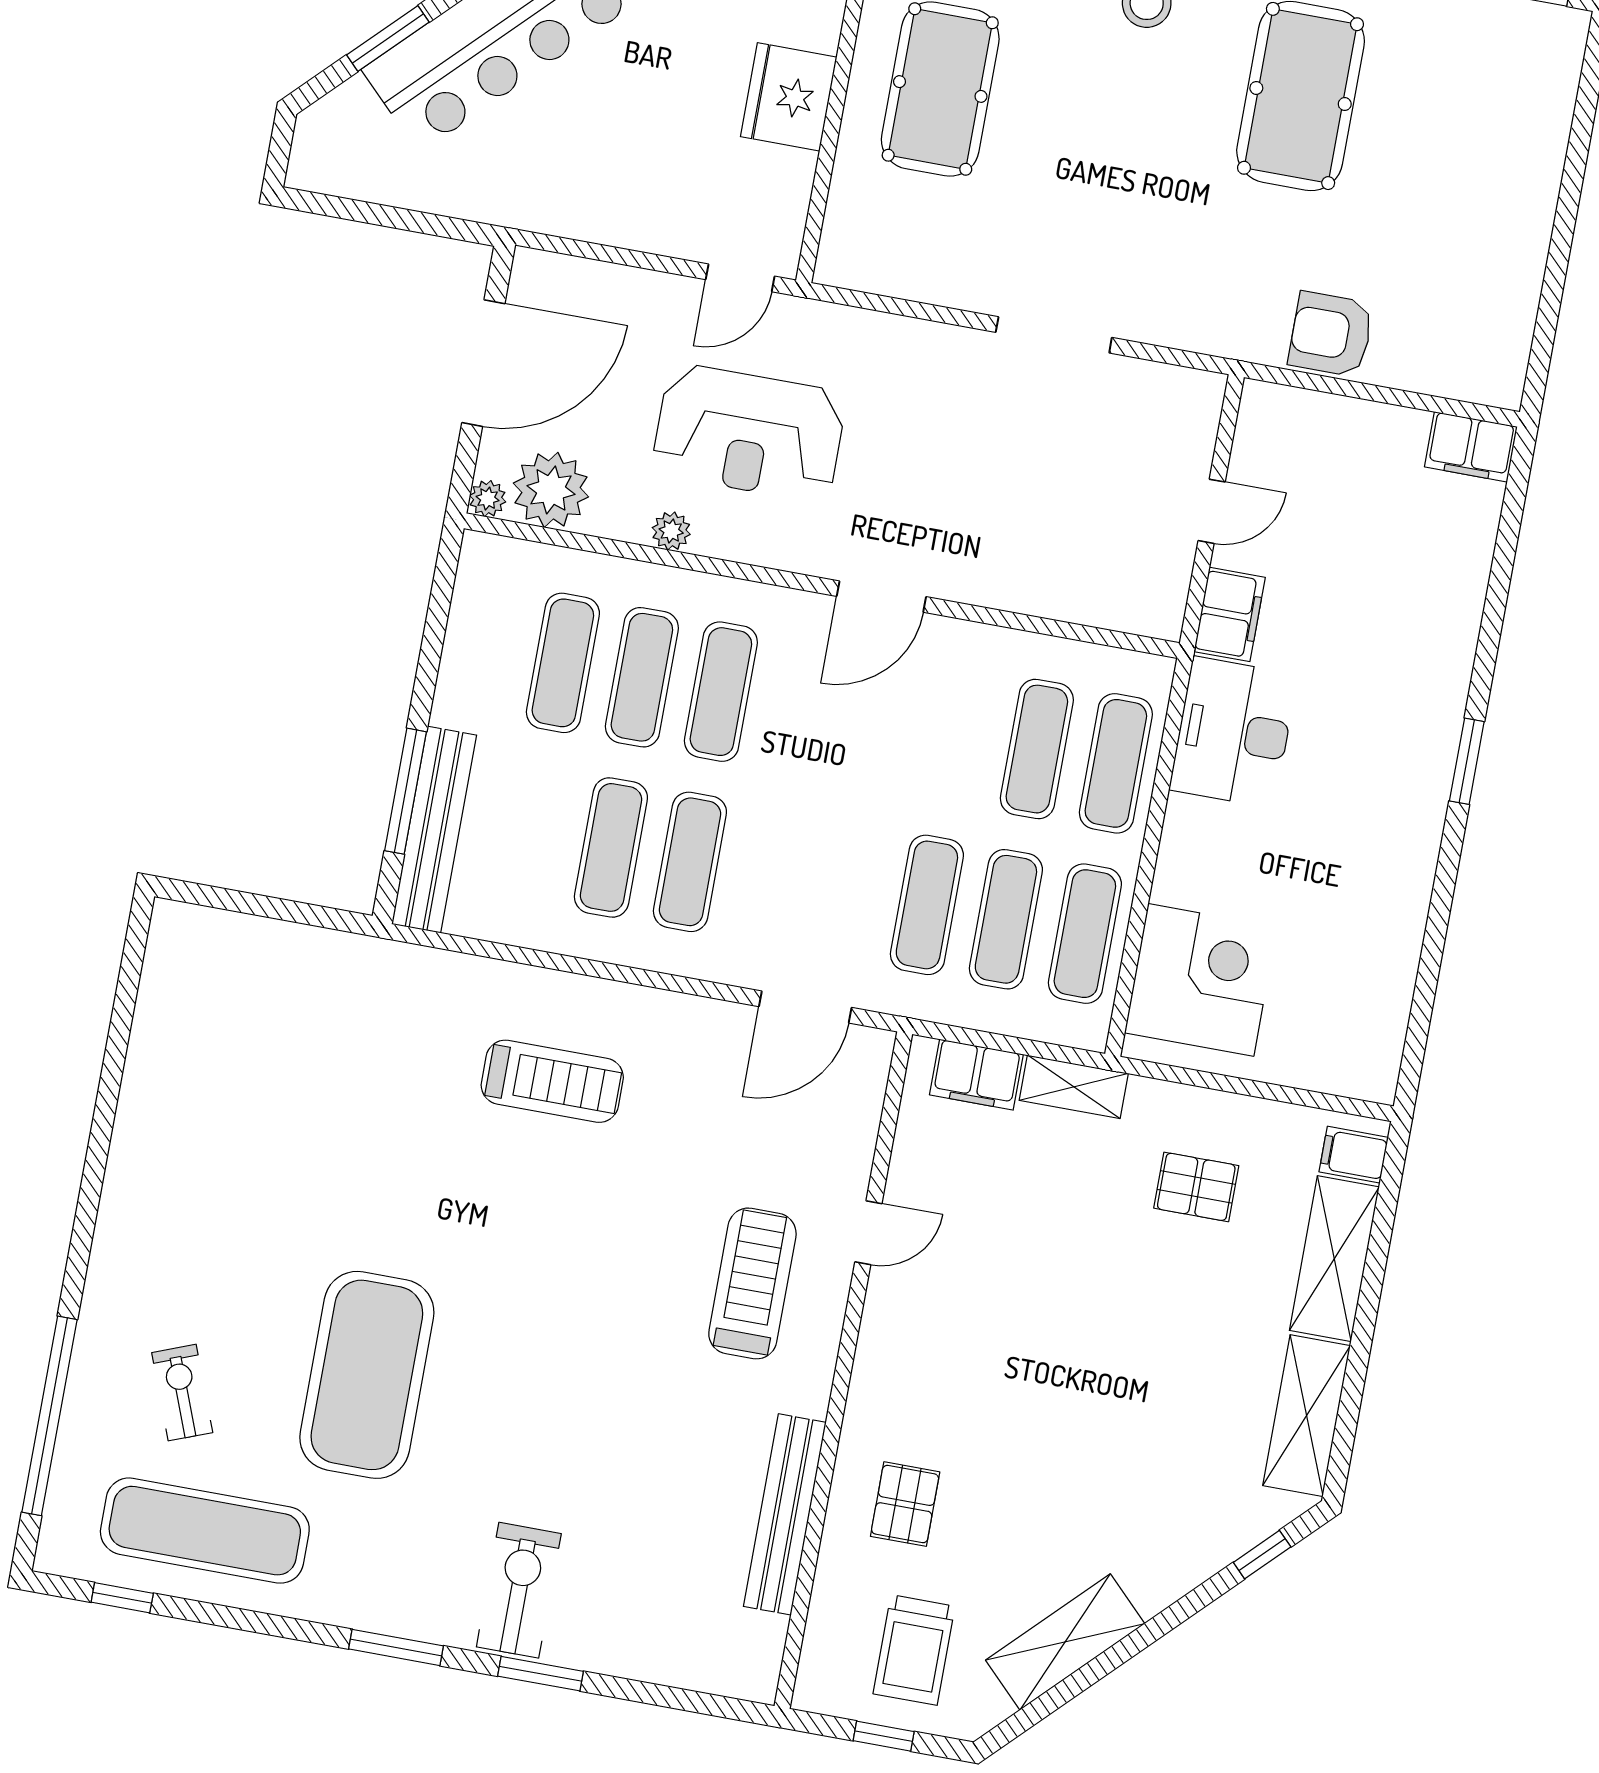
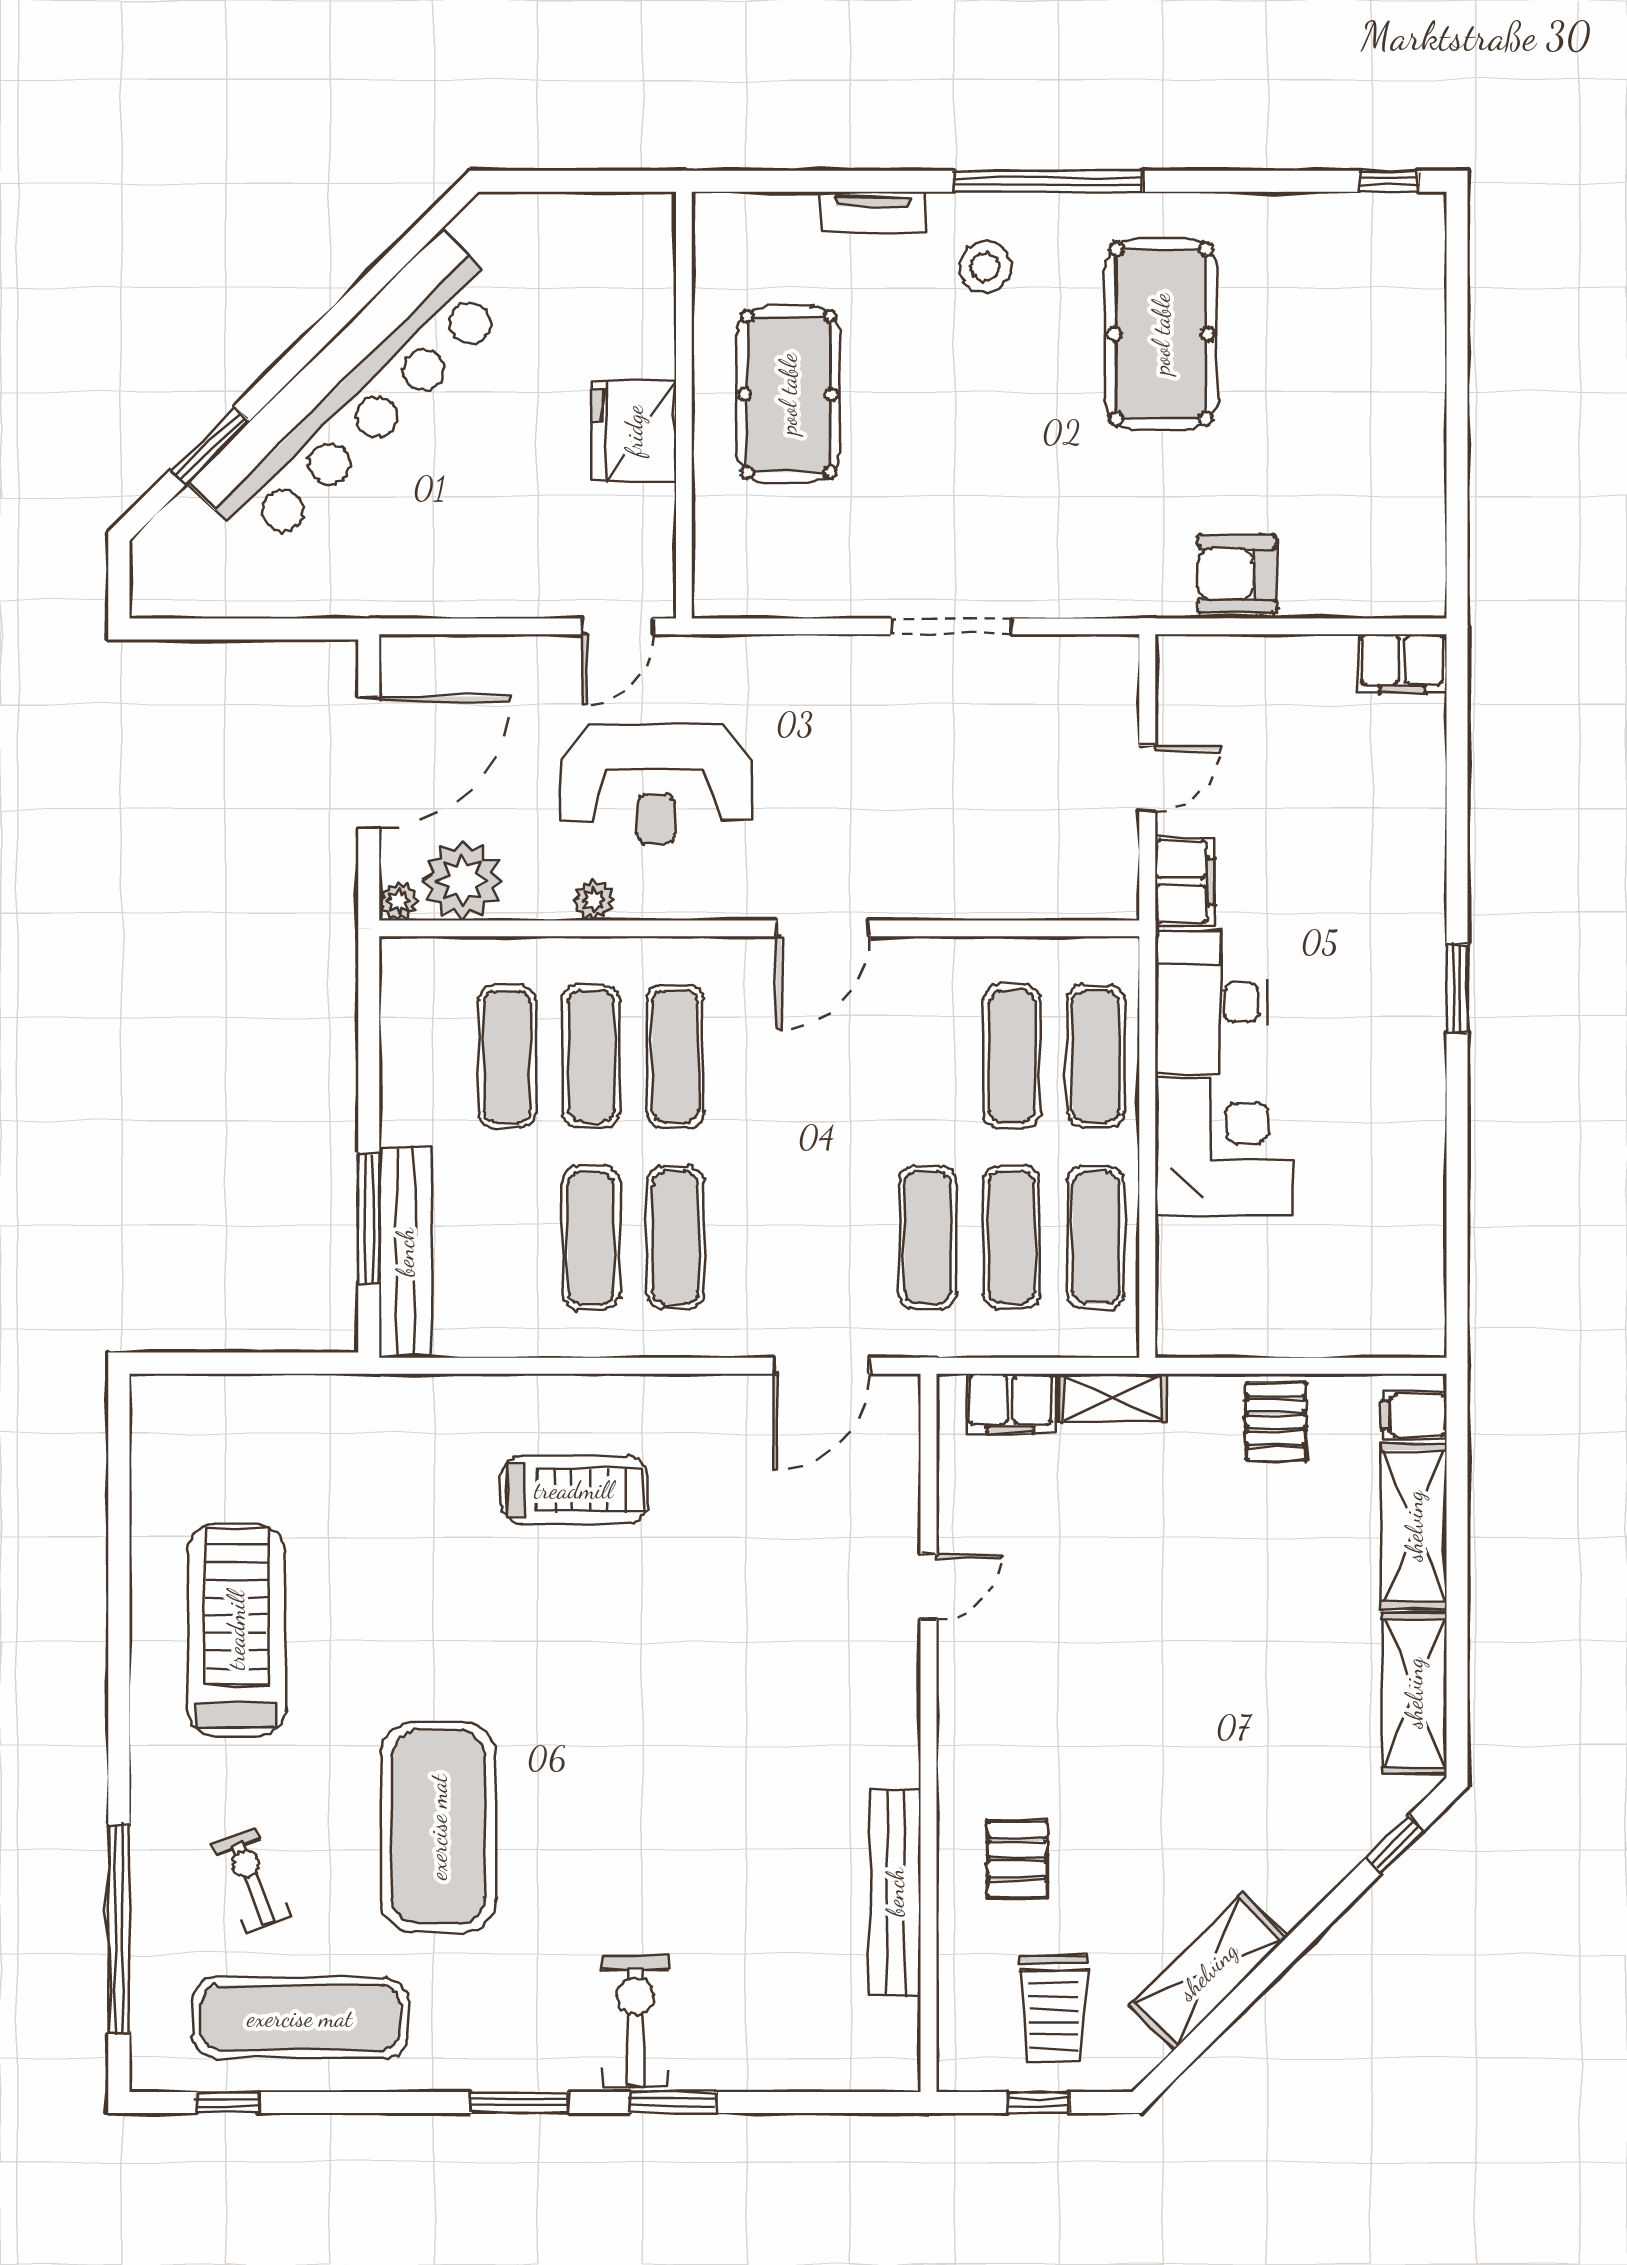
corner desk: (1201, 980) -> (1224, 1147), moved
pallet: (1196, 1187) -> (1276, 1421), moved, turned 90
treadmill: (752, 1283) -> (236, 1630), moved, width x1.37, depth x1.38

